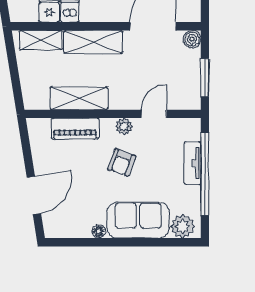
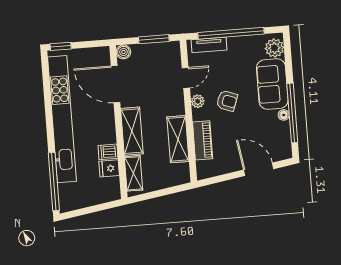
door: (154, 114) -> (186, 78), swing flipped
tv unit: (193, 163) -> (209, 45), moved
window: (100, 242) -> (292, 113), added

